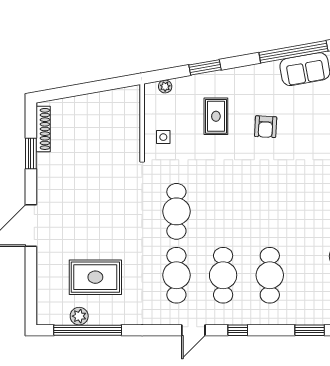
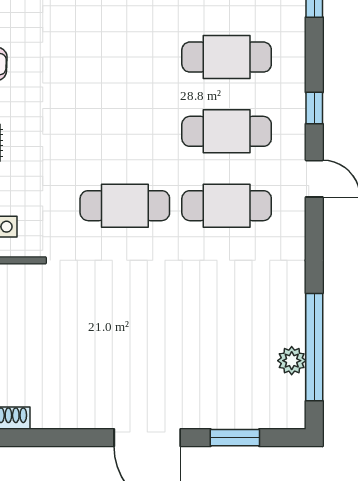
window: (31, 154) -> (235, 438), moved
rug: (95, 277) -> (230, 335), removed

